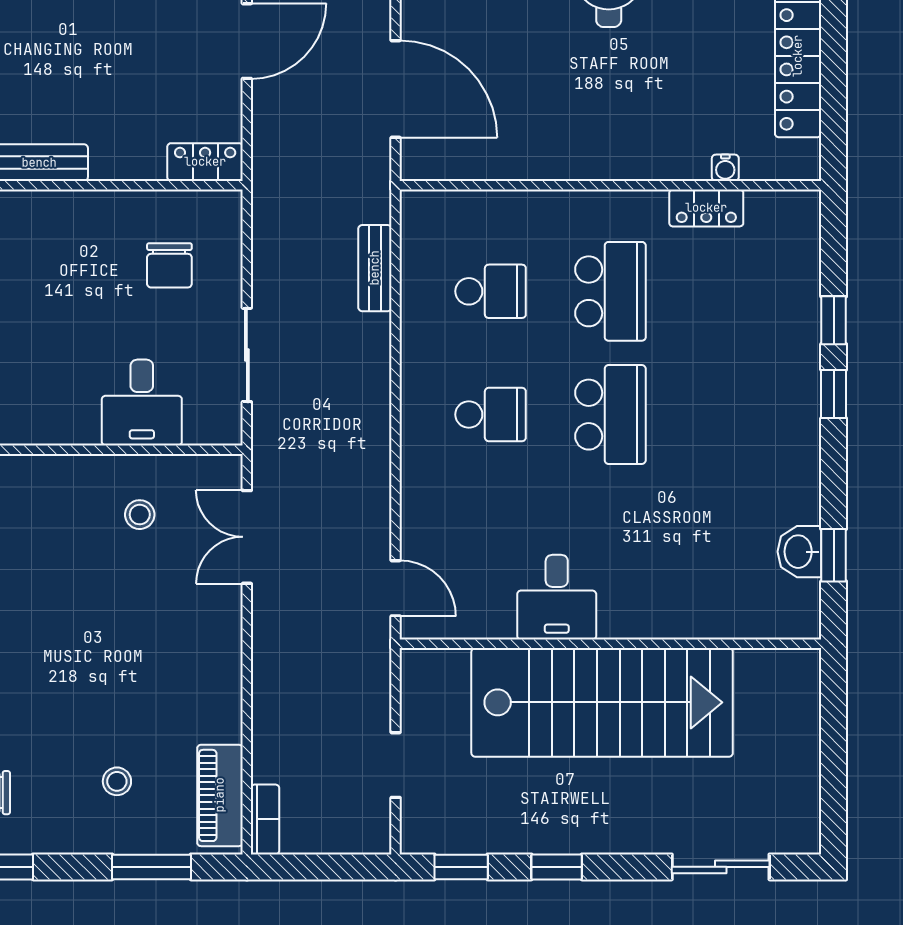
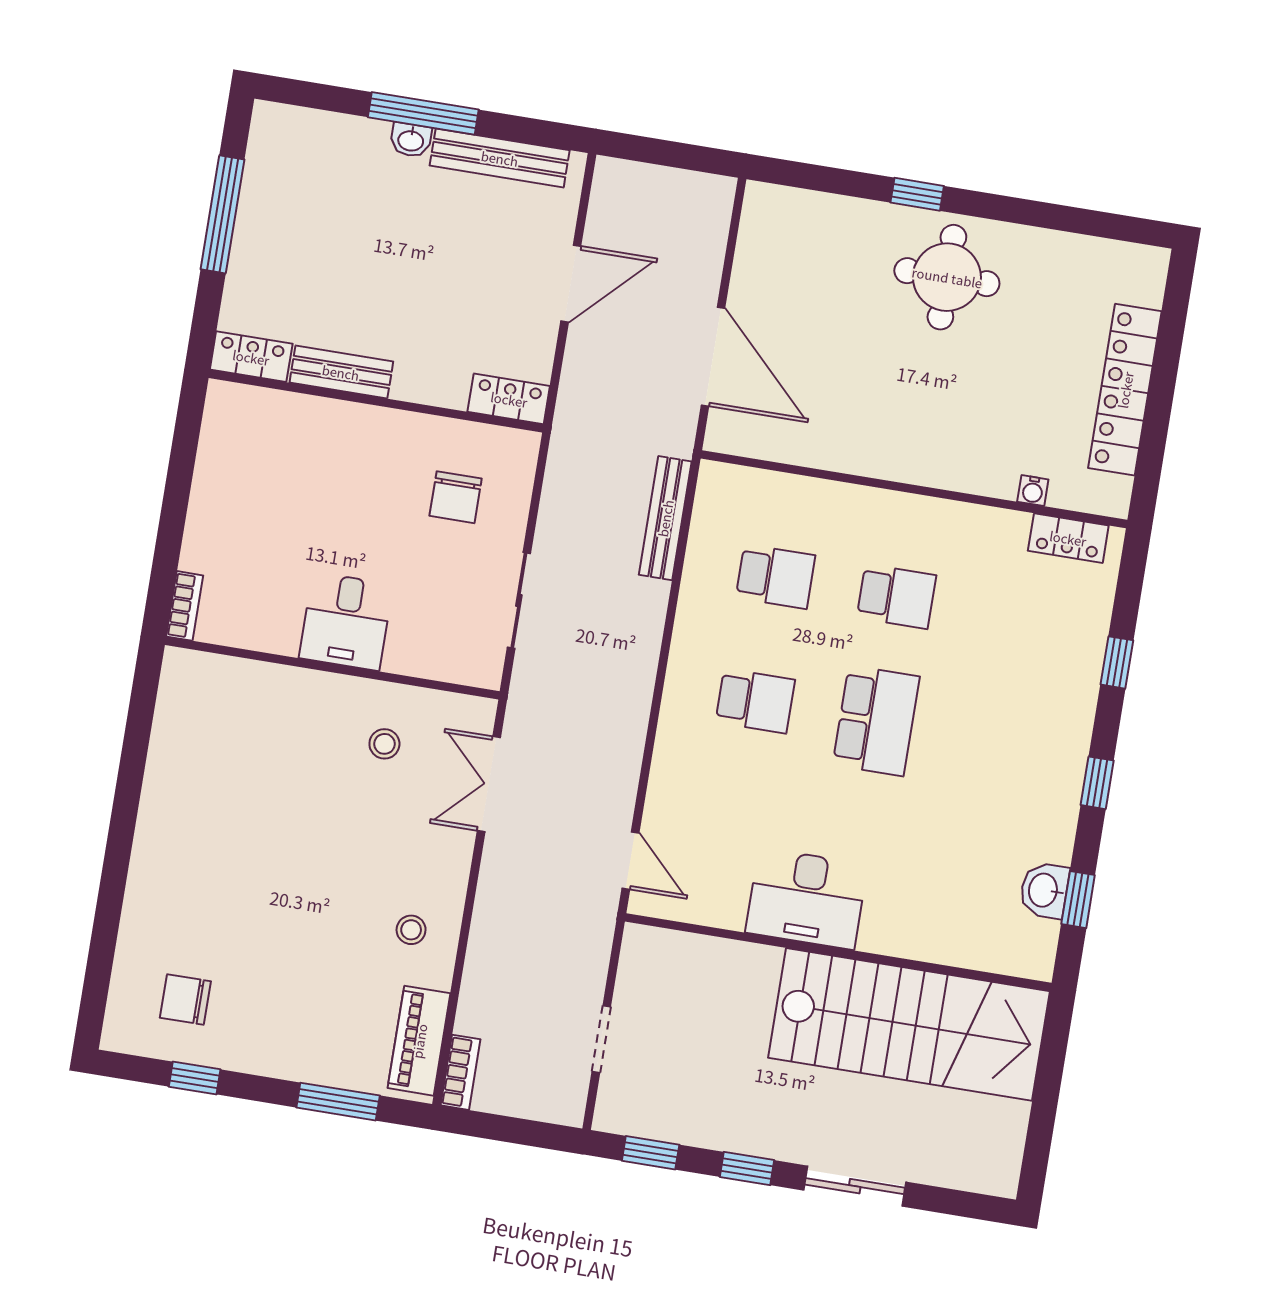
locker: (706, 208) -> (1068, 538), moved
bench: (375, 268) -> (665, 518), width x1.36
school desk: (610, 291) -> (896, 596), width x0.54
window: (834, 394) -> (1097, 783), moved
desk: (142, 402) -> (346, 621), moved
desk: (557, 597) -> (806, 899), width x1.37
stairs: (602, 702) -> (909, 1024), moved
stool: (117, 781) -> (411, 930), moved
sliding door: (721, 867) -> (855, 1186), moved

